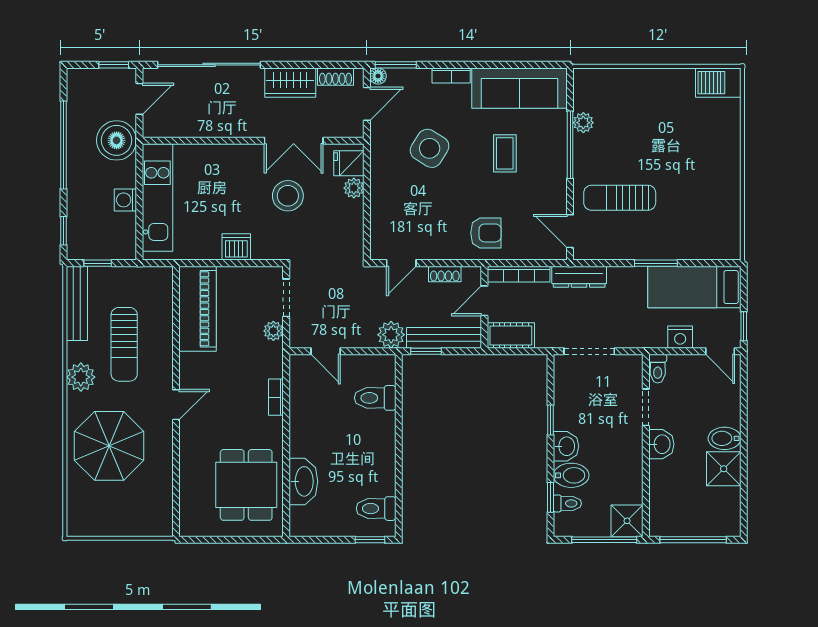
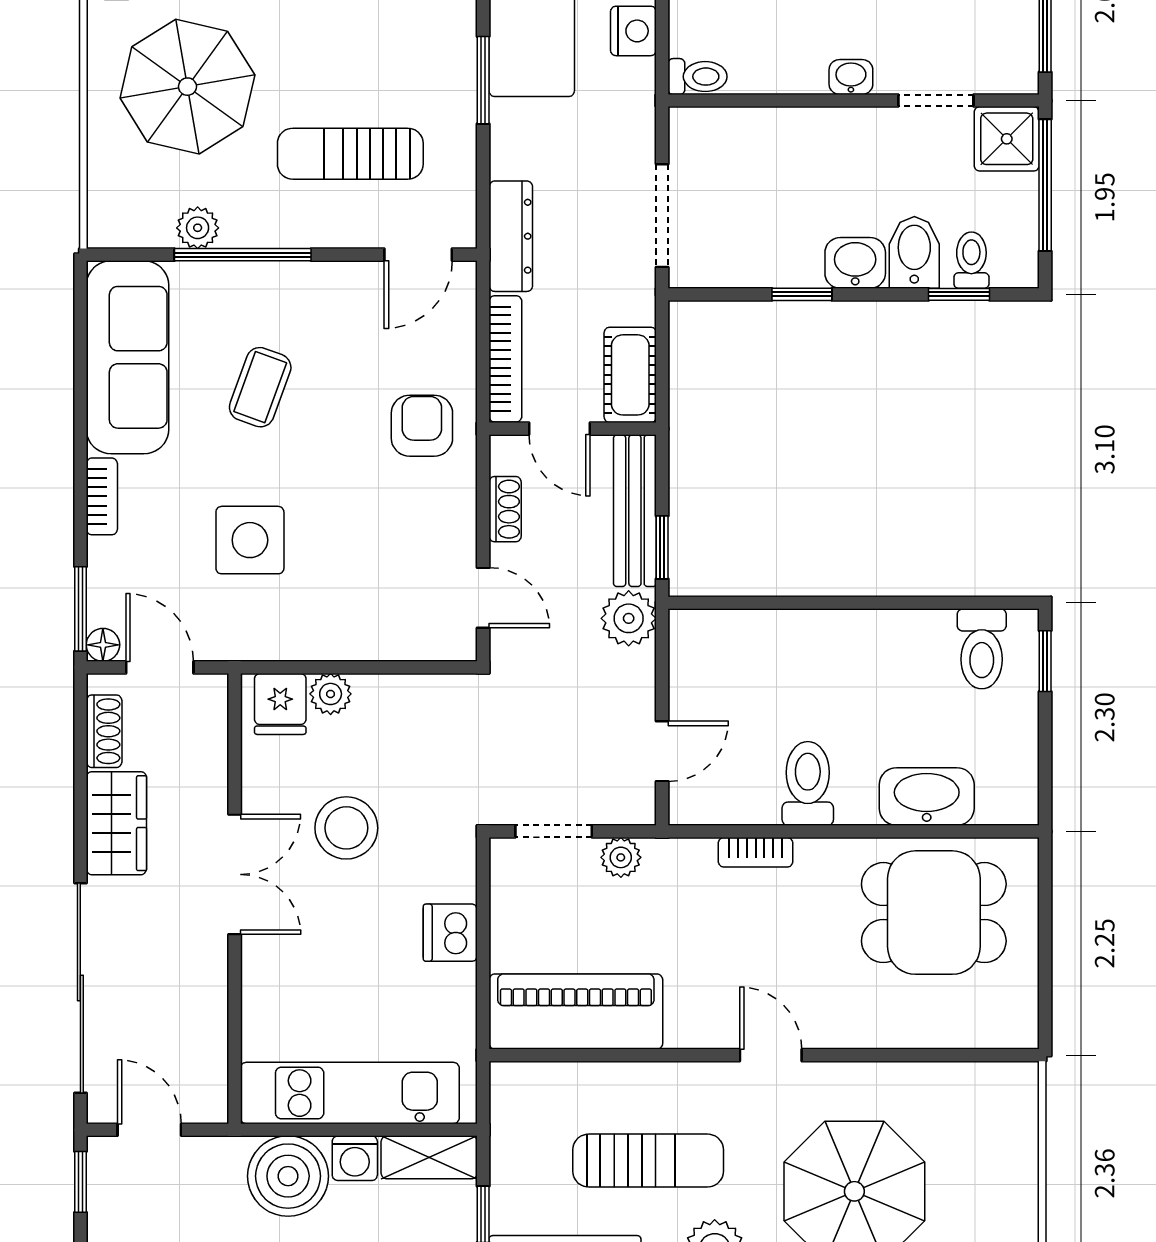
parasol: (653, 118) -> (187, 87), added
boiler: (117, 140) -> (288, 1176), moved
double door: (294, 141) -> (235, 874), moved
side table: (430, 148) -> (250, 540), turned -32
coffee table: (505, 153) -> (260, 387), turned -70
sun lounger: (620, 198) -> (350, 154), turned 90
shelving: (126, 237) -> (429, 1157), added
toilet: (375, 398) -> (808, 783), moved, turned 180
doorway: (646, 407) -> (936, 101), moved
washbasin: (661, 444) -> (851, 77), width x0.72, depth x0.69

